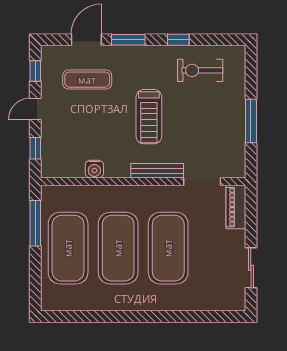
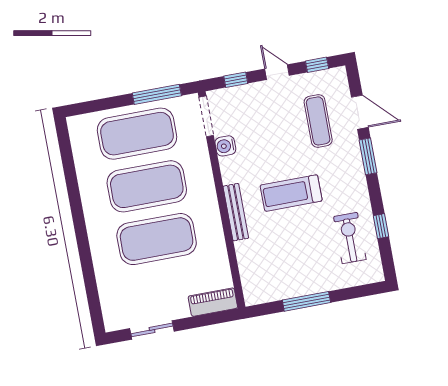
window: (178, 40) -> (381, 226), moved
doorway: (202, 182) -> (206, 116), moved

